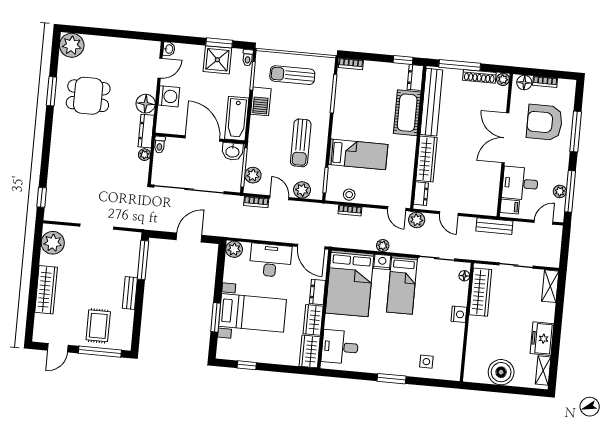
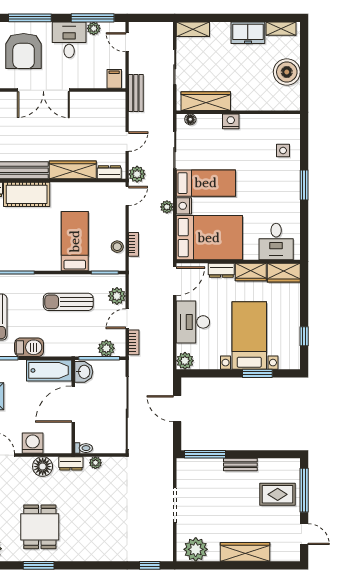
dresser: (146, 131) -> (71, 463), width x0.70
sun lounger: (301, 143) -> (68, 302), turned 180
desk: (520, 183) -> (69, 40), moved, turned 180

